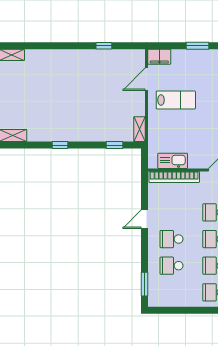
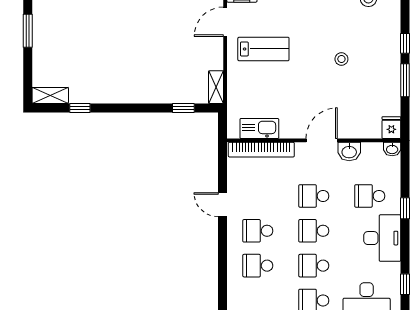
window: (60, 145) -> (80, 108), moved
door: (145, 219) -> (223, 205), hinge flipped
window: (145, 284) -> (223, 290), removed

